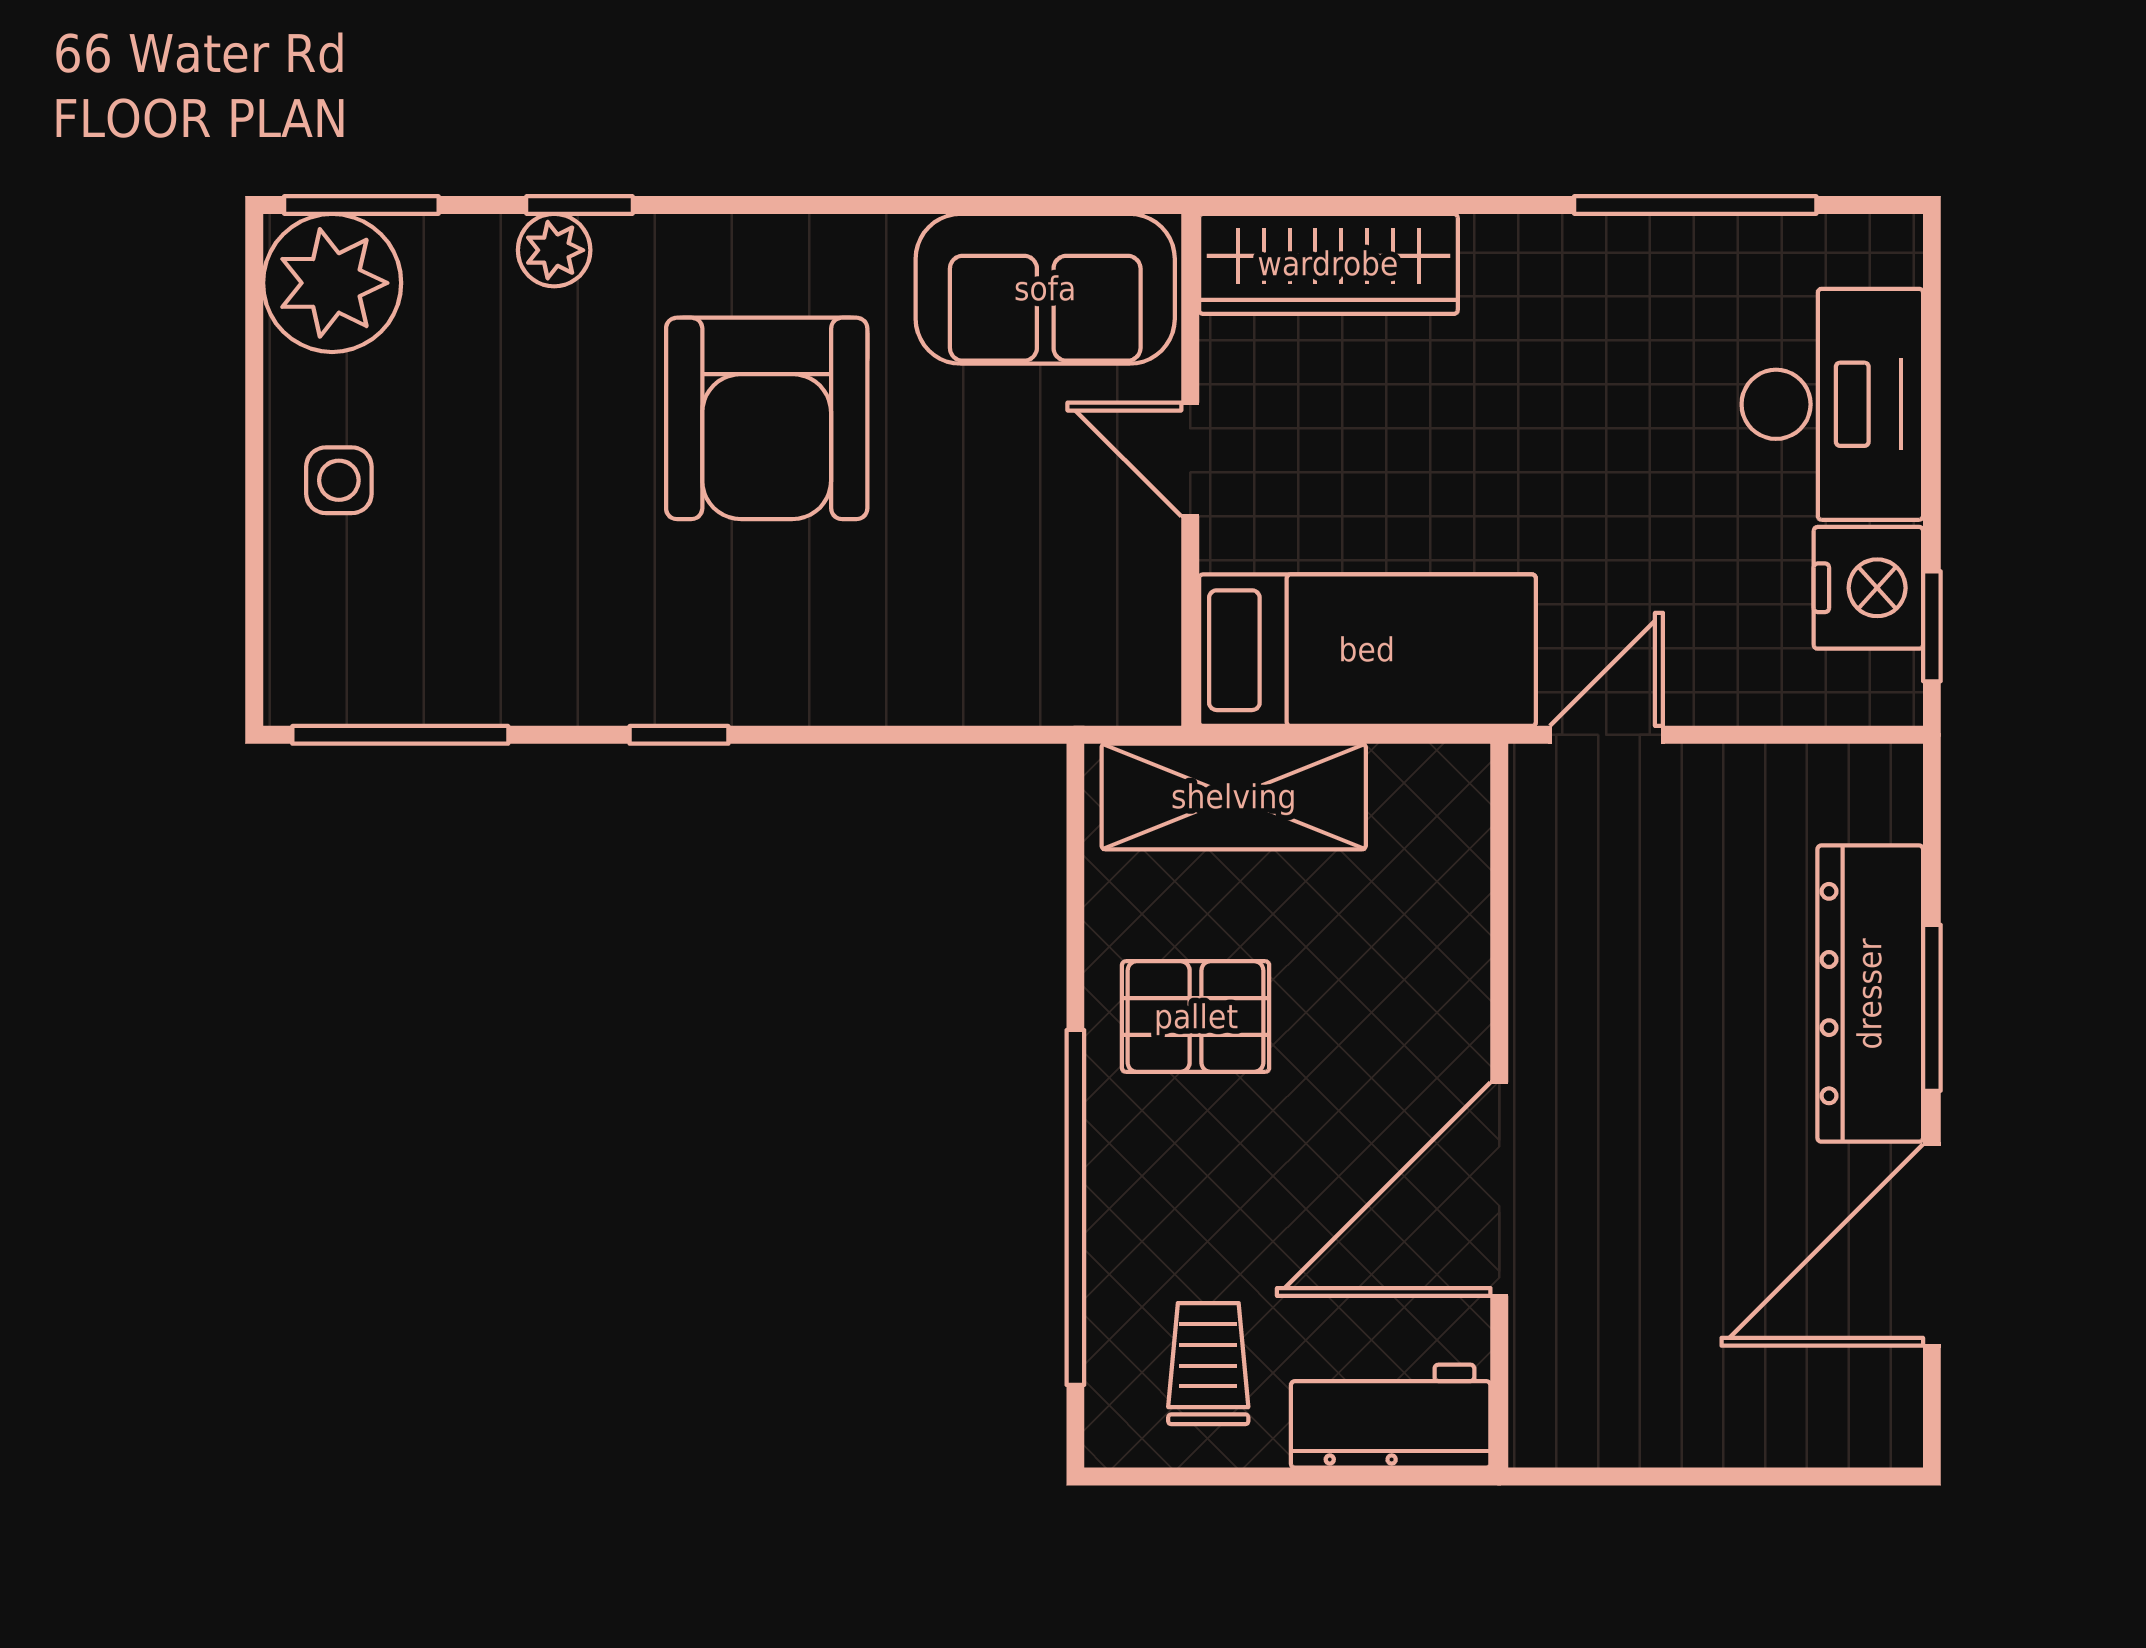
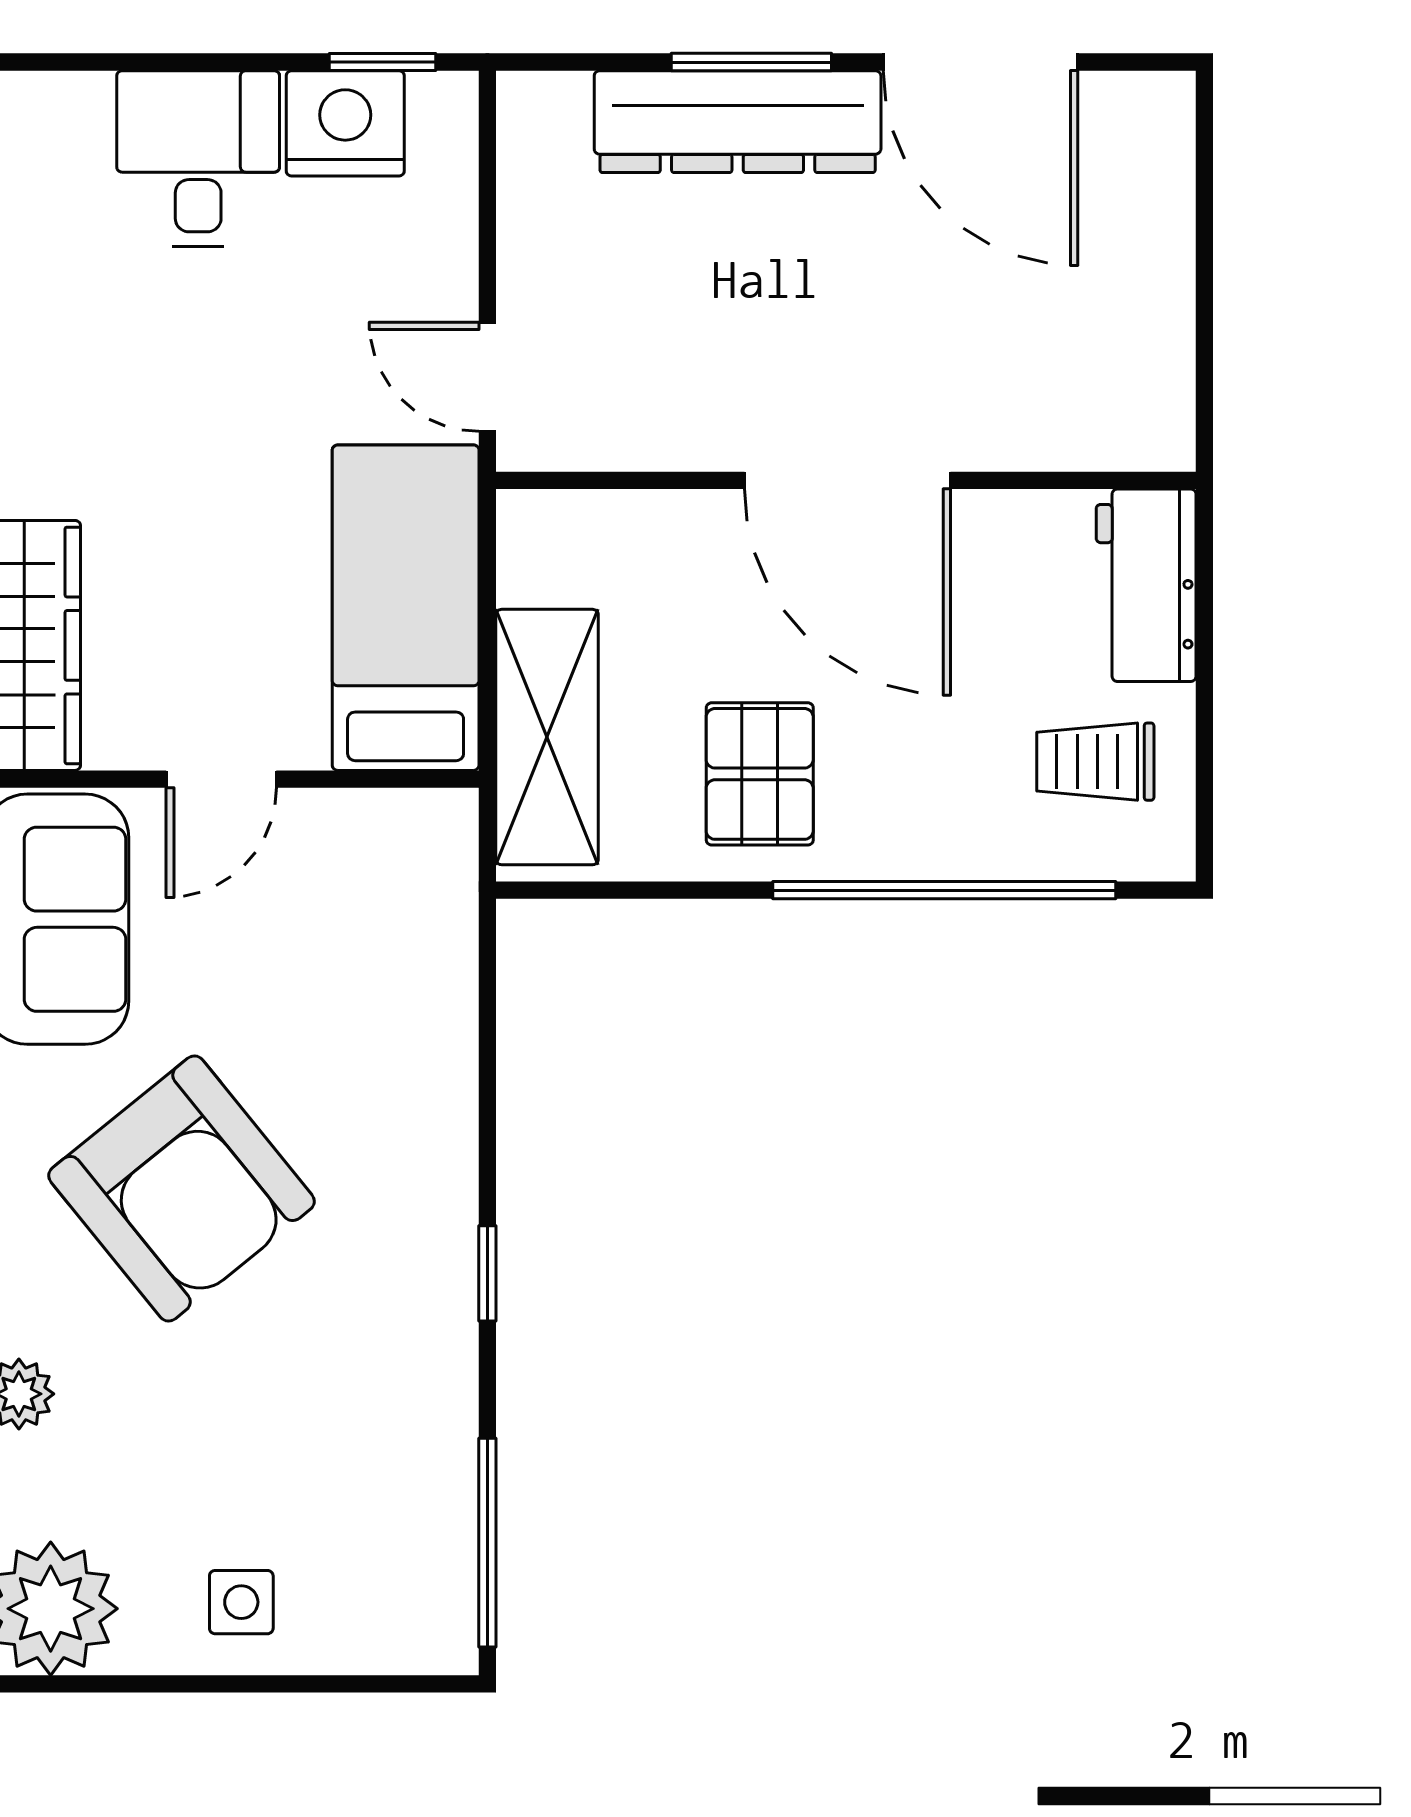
desk: (1832, 404) -> (198, 158), width x0.73
armchair: (767, 418) -> (181, 1188), turned 51
door: (1499, 1189) -> (848, 480), moved

